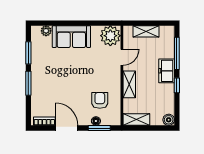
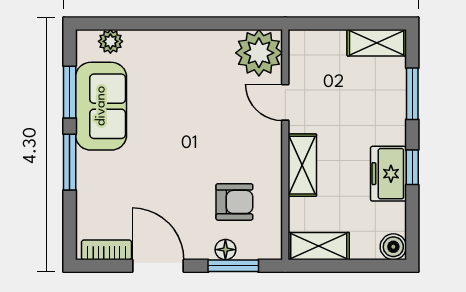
shelving: (146, 31) -> (377, 43), moved
sofa: (71, 37) -> (101, 106), moved, turned -90
window: (177, 53) -> (412, 94), width x0.69
door: (122, 57) -> (285, 102), swing flipped
freezer: (167, 71) -> (388, 174), moved
armchair: (100, 100) -> (234, 202), turned 90

